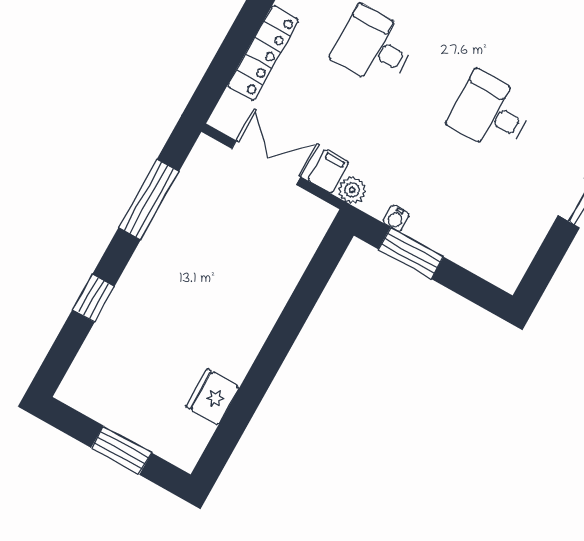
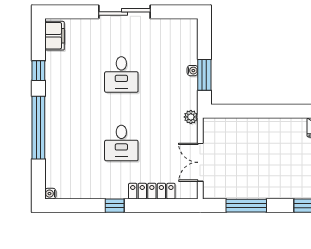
filing cabinet: (328, 171) -> (188, 132), removed
water cooler: (396, 218) -> (193, 71), moved

